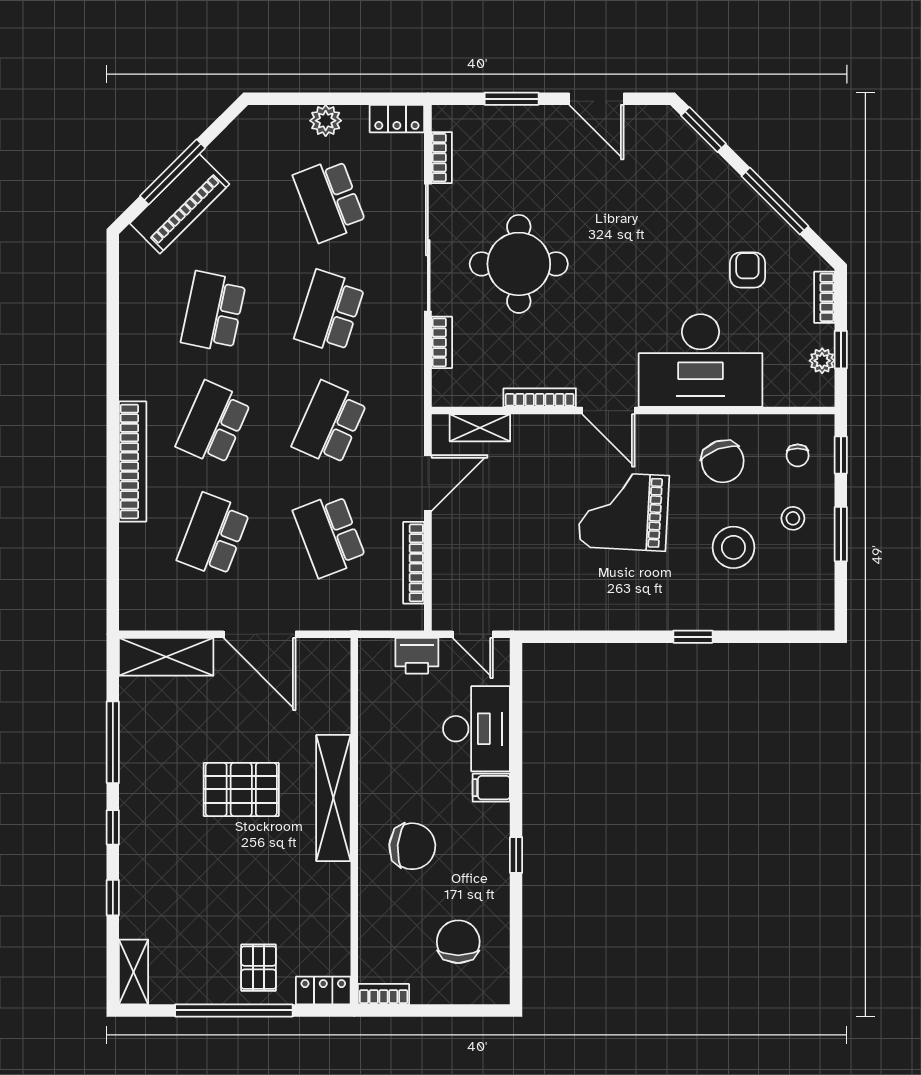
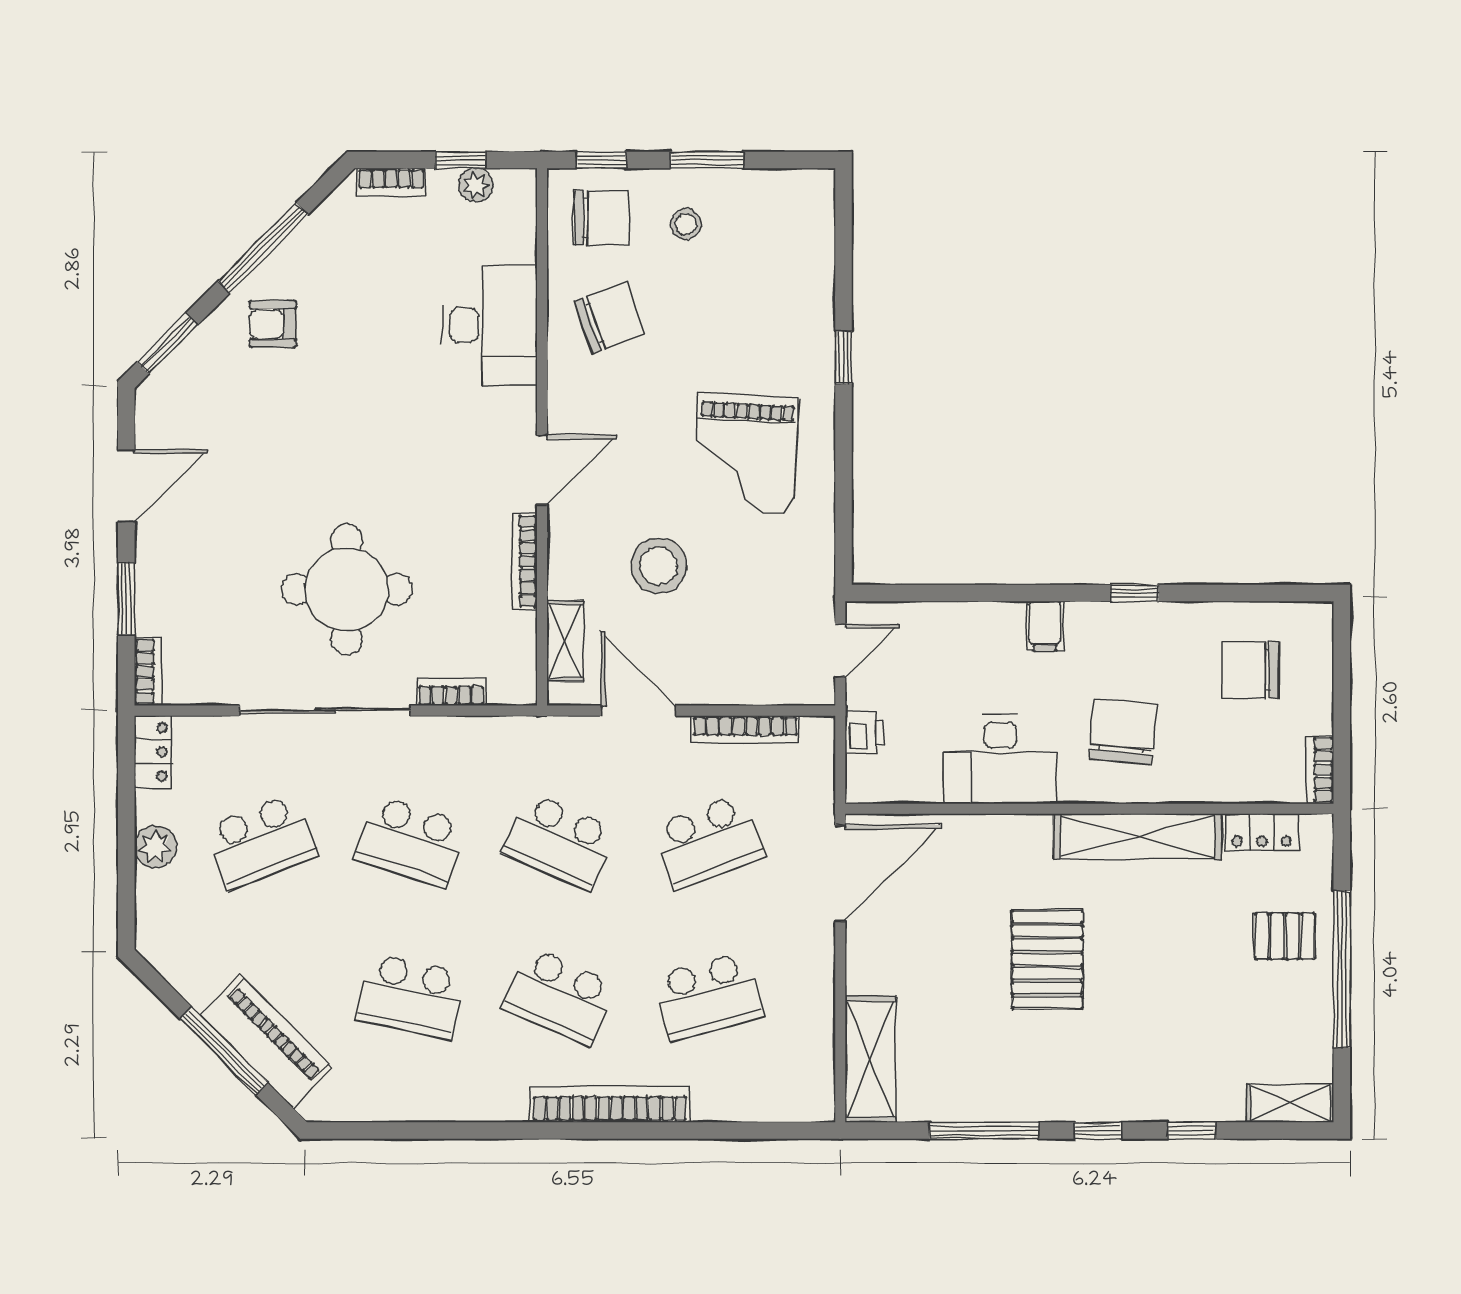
bookcase: (442, 158) -> (148, 672), moved, turned 90
armchair: (747, 270) -> (273, 324), moved
desk: (701, 361) -> (490, 325), width x0.73, depth x0.77
chair: (798, 455) -> (602, 218), width x1.87, depth x1.87
grand piano: (624, 511) -> (746, 453), moved
school desk: (214, 535) -> (708, 996), turned -36
stool: (733, 547) -> (659, 566), moved
door: (260, 634) -> (840, 873), moved
printer: (417, 656) -> (864, 733), width x0.73, depth x0.81
desk: (476, 729) -> (1000, 759), moved, turned 180
shelving: (333, 798) -> (1138, 837), moved
locker: (323, 991) -> (1262, 832), moved, turned -90

